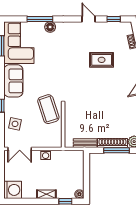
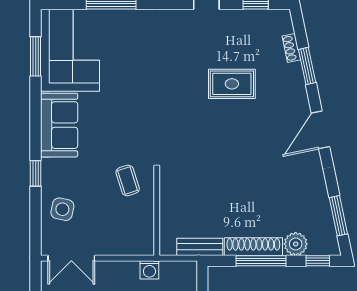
floor lamp: (50, 27) -> (131, 20), removed
coffee table: (48, 109) -> (128, 180), width x0.54, depth x0.58
washing machine: (46, 155) -> (149, 270), moved

